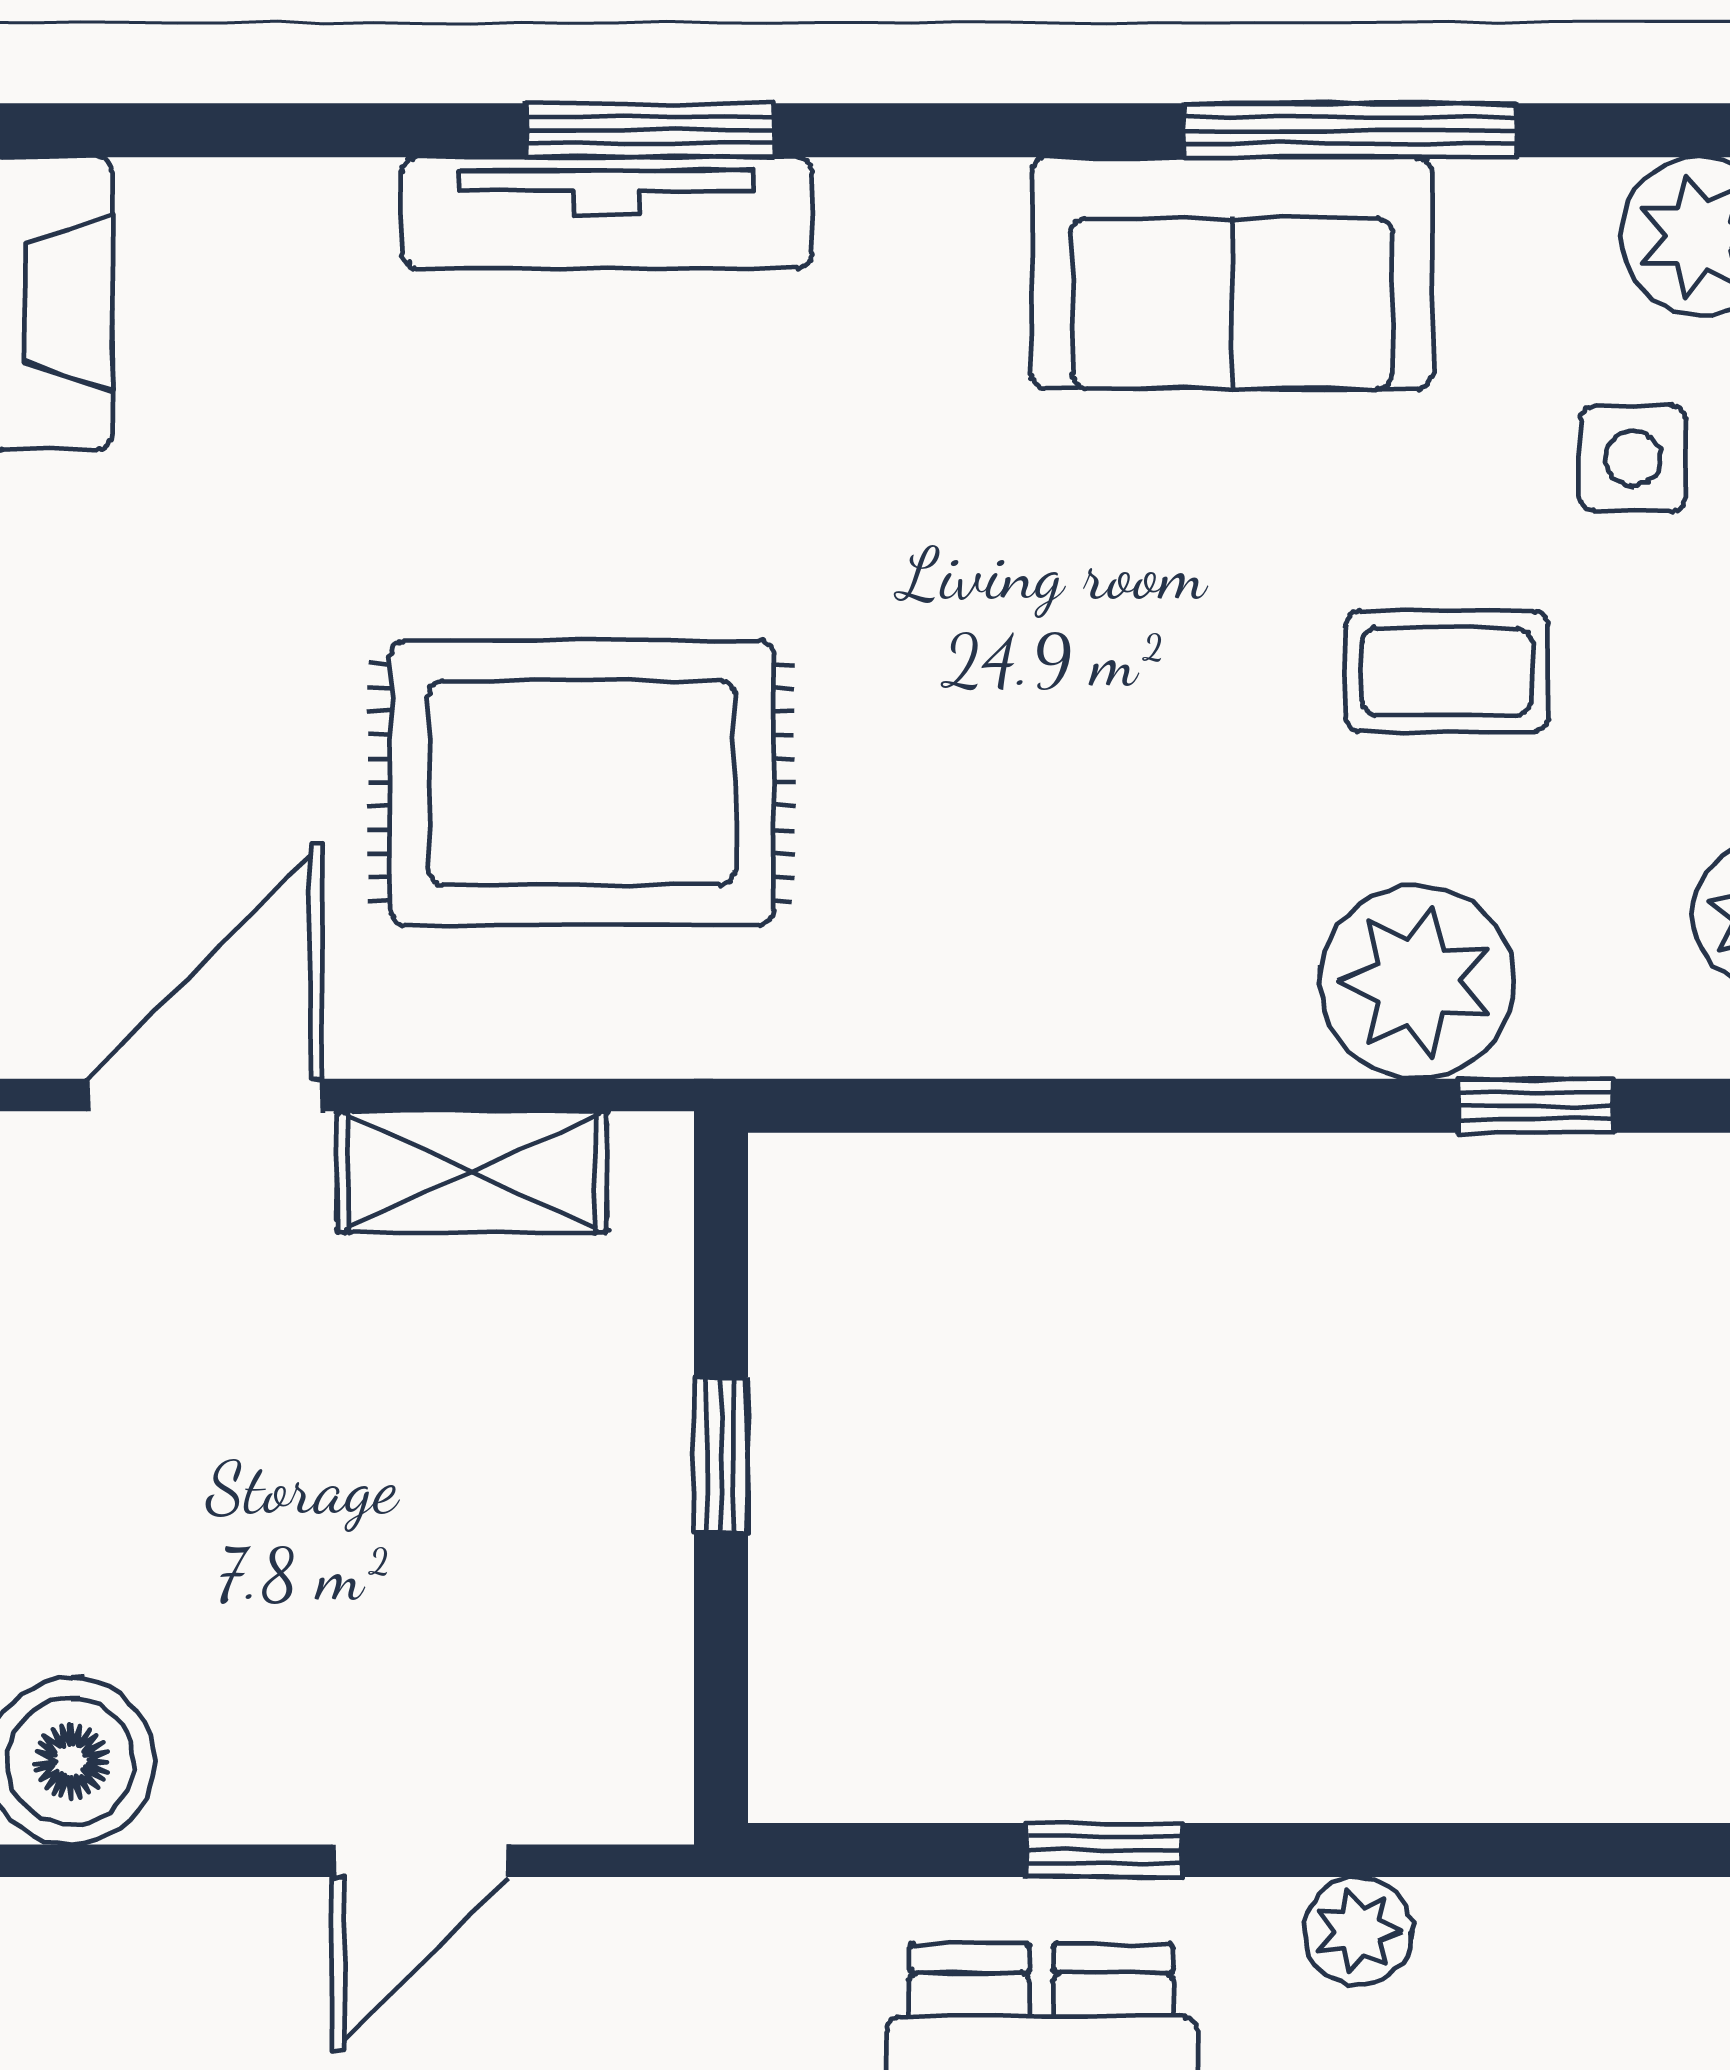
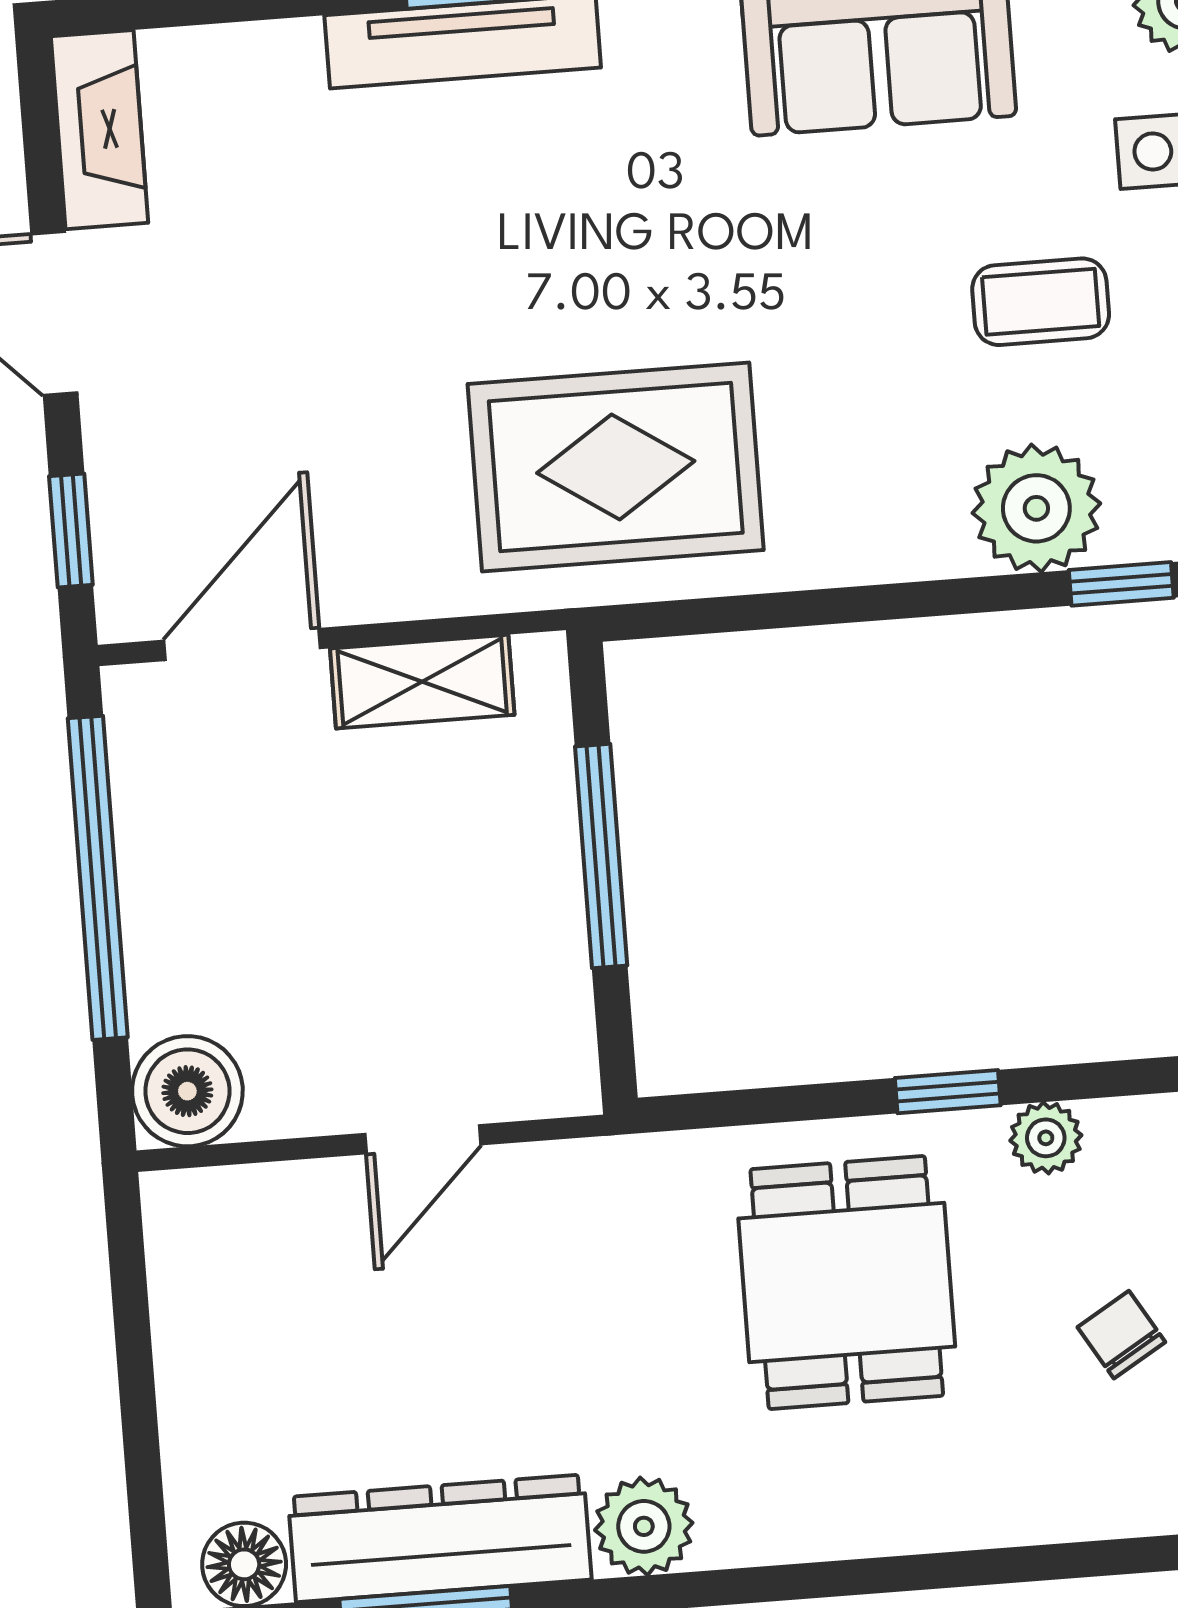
rug: (582, 783) -> (616, 467), moved
window: (721, 1455) -> (601, 856), width x2.17
window: (1104, 1850) -> (948, 1092), moved

